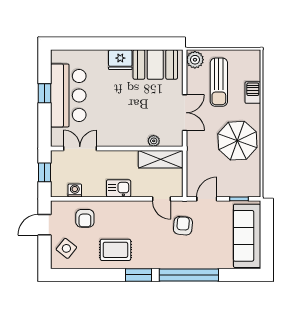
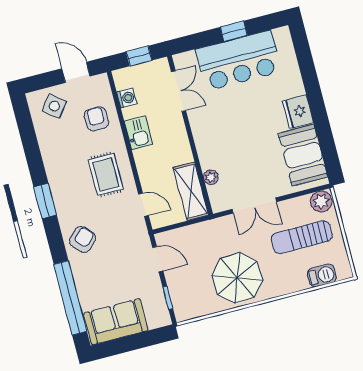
barbecue: (253, 93) -> (322, 275), moved
kitchen sink: (119, 188) -> (138, 133), moved
door: (162, 199) -> (144, 205), swing flipped
armchair: (85, 218) -> (96, 119), turned 90
armchair: (183, 226) -> (83, 239), moved, turned -49
sofa: (247, 236) -> (116, 322), width x0.73
rug: (115, 250) -> (106, 174), moved
window: (189, 275) -> (70, 298), moved

